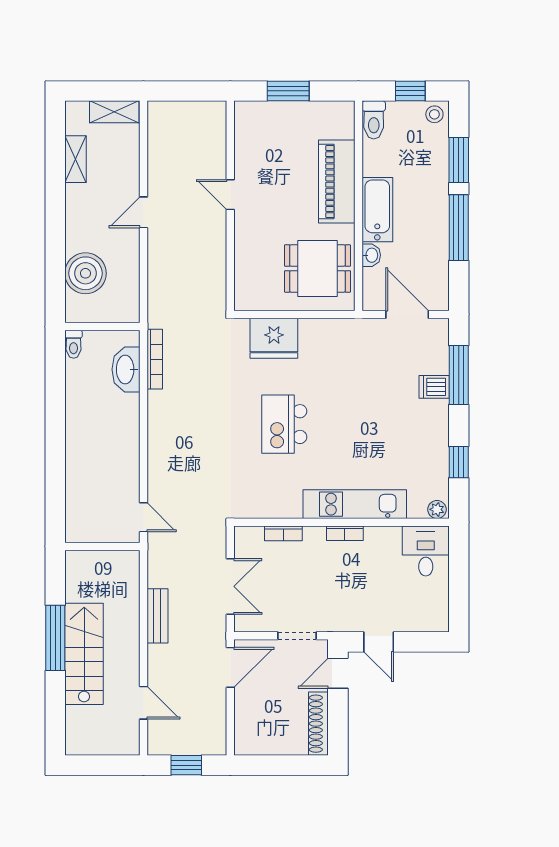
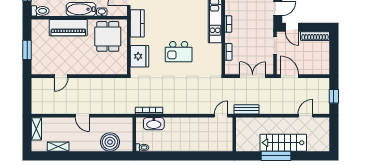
door: (230, 195) -> (61, 76), moved
kitchen counter: (346, 333) -> (137, 23), added
bench: (157, 616) -> (246, 109), moved

